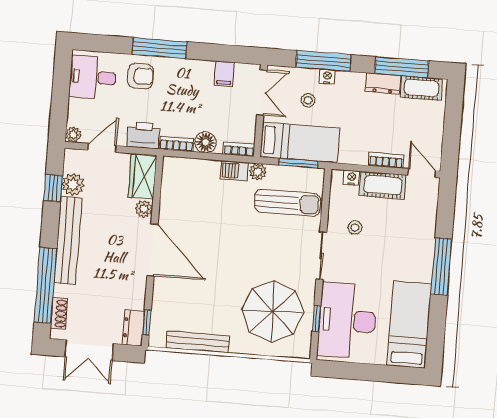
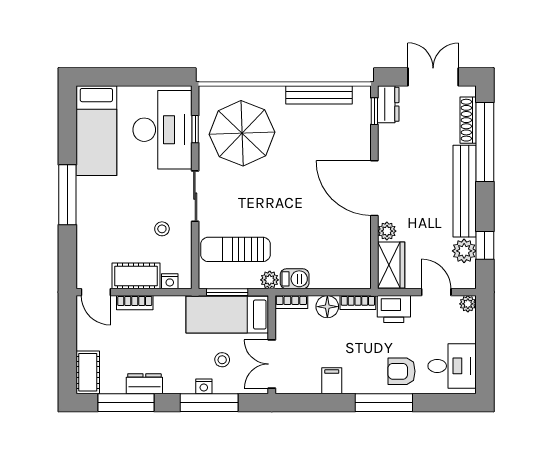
filing cabinet: (224, 74) -> (332, 381), moved
cot: (422, 88) -> (88, 372), moved, turned 90
door: (102, 148) -> (436, 292), swing flipped
shoe rack: (59, 314) -> (468, 120), width x1.43

